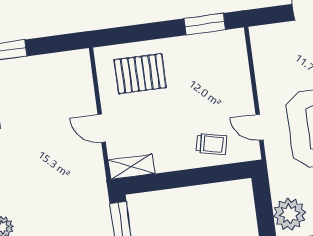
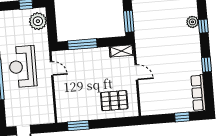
trolley: (211, 144) -> (78, 61), removed
window: (205, 176) -> (82, 44), added

